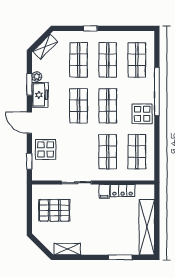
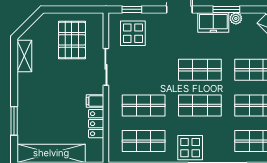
display table: (46, 149) -> (133, 33), moved

